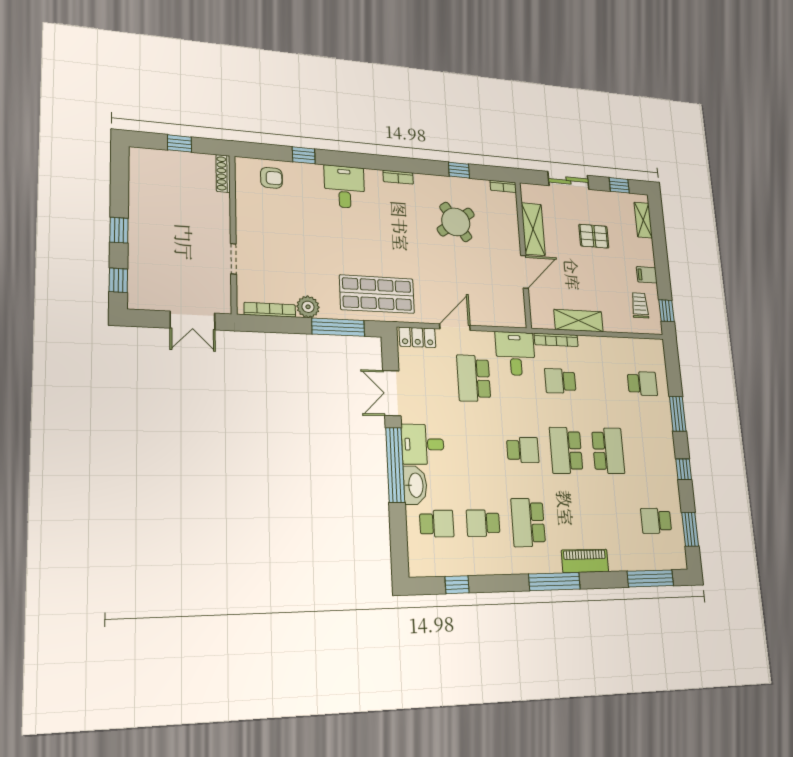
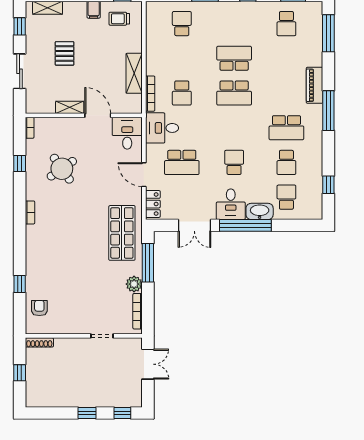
desk: (344, 187) -> (127, 133), moved, turned 90
shelving: (533, 229) -> (70, 107), width x0.67, depth x0.75
school desk: (523, 450) -> (234, 162), moved

